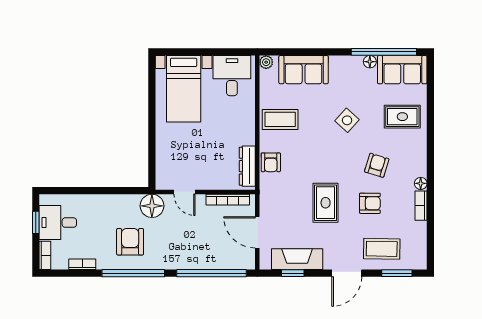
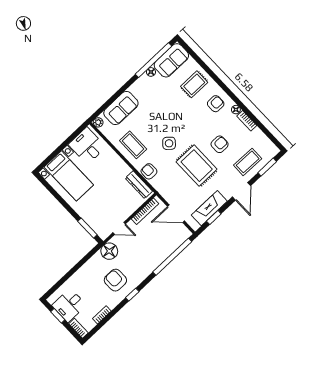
coffee table: (280, 119) -> (133, 145), turned 90
side table: (347, 120) -> (169, 143), moved
window: (152, 160) -> (87, 228), added
armchair: (271, 162) -> (149, 171), turned 180
armchair: (377, 165) -> (216, 104), moved, turned 73
rug: (326, 203) -> (197, 166), width x1.36, depth x1.43
window: (133, 273) -> (132, 295), width x0.32

